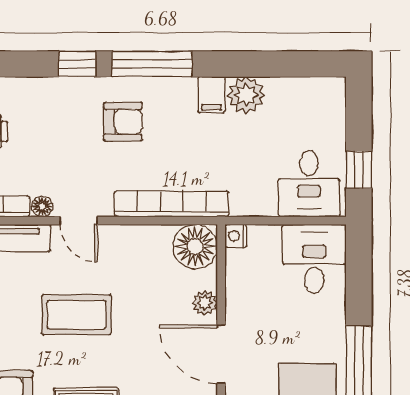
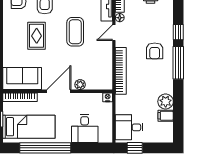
filing cabinet: (211, 95) -> (166, 116), moved
floor lamp: (195, 247) -> (103, 81), removed
desk: (314, 259) -> (85, 128), moved, turned 90

